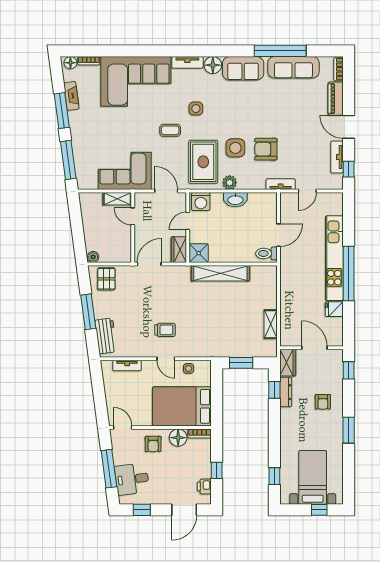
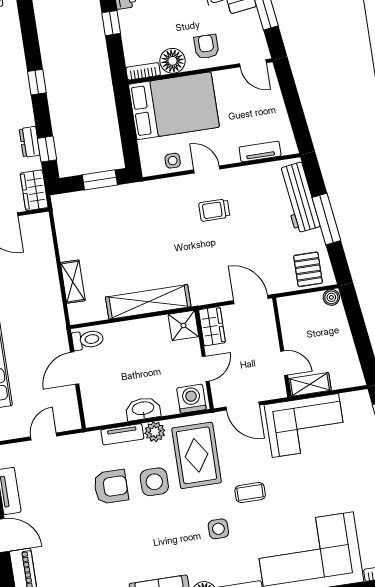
tv unit: (281, 184) -> (122, 434), moved
door: (149, 264) -> (251, 300), swing flipped
shelving: (271, 324) -> (73, 282), moved
workbench: (106, 336) -> (299, 198), width x1.38
dresser: (286, 392) -> (30, 142), width x0.70
window: (274, 476) -> (37, 82), moved

